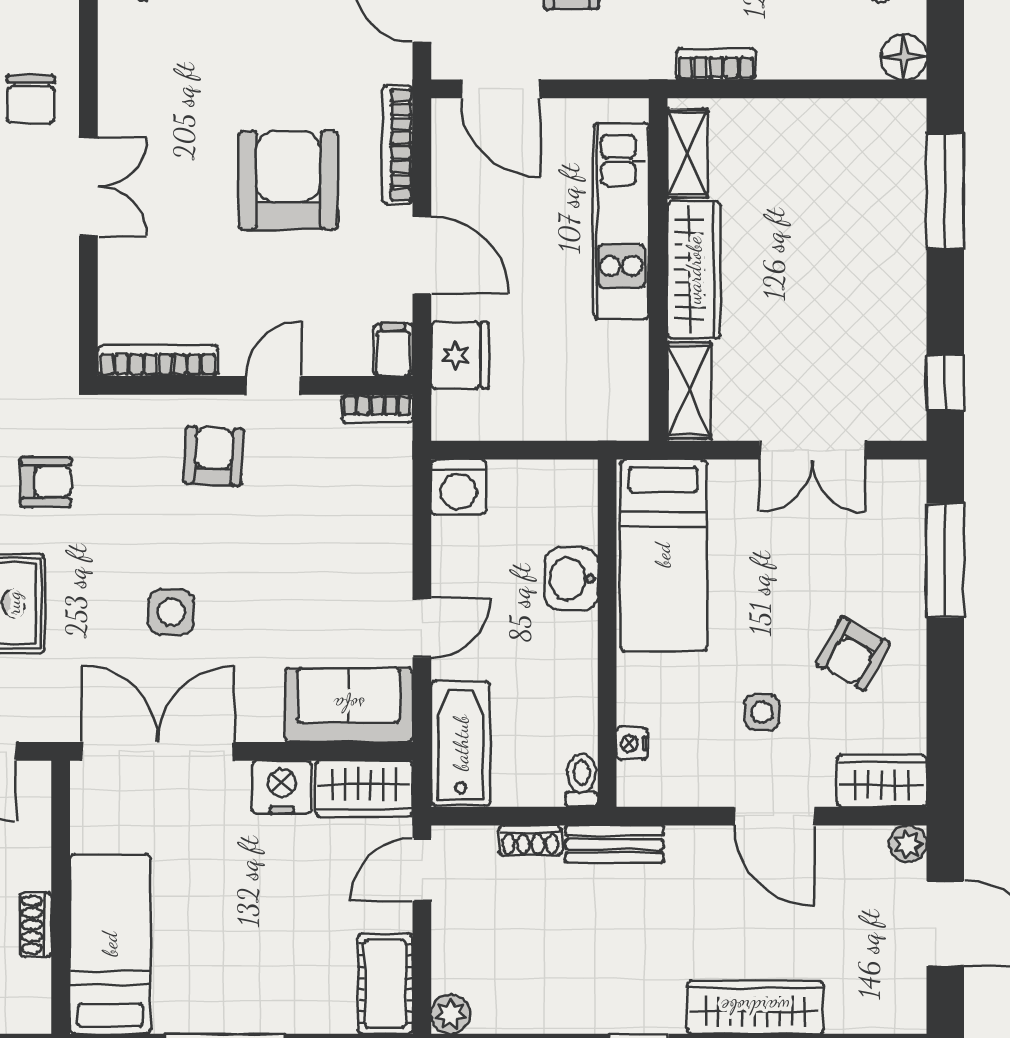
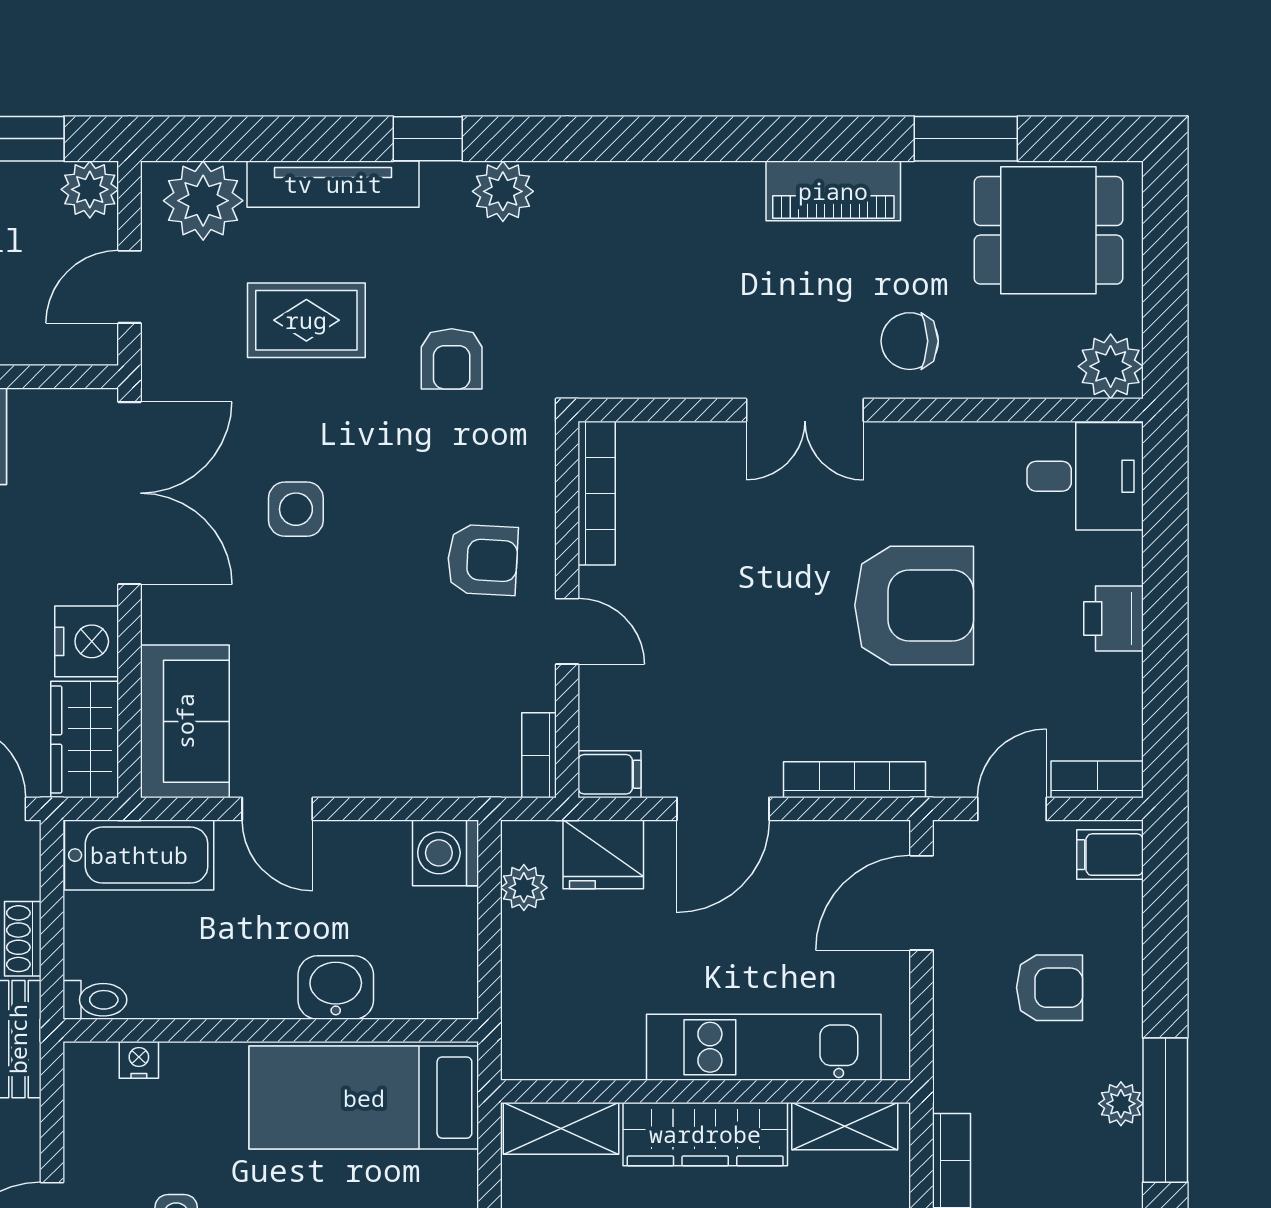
armchair: (288, 180) -> (914, 605), moved
plant: (488, 422) -> (524, 888), added

